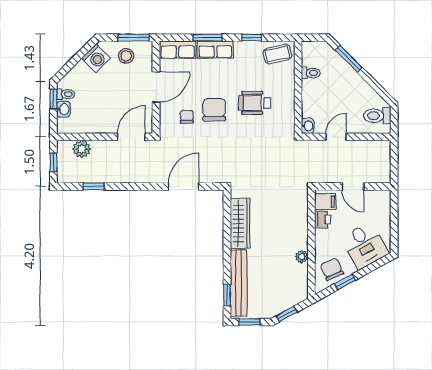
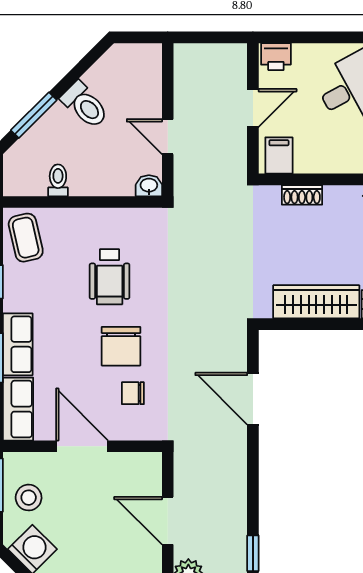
chair: (214, 110) -> (121, 346), turned -90
toilet: (377, 116) -> (85, 105), moved, turned -45
door: (131, 137) -> (168, 521), moved
shoe rack: (302, 215) -> (302, 195), added
printer: (323, 220) -> (276, 57), moved, turned 180

